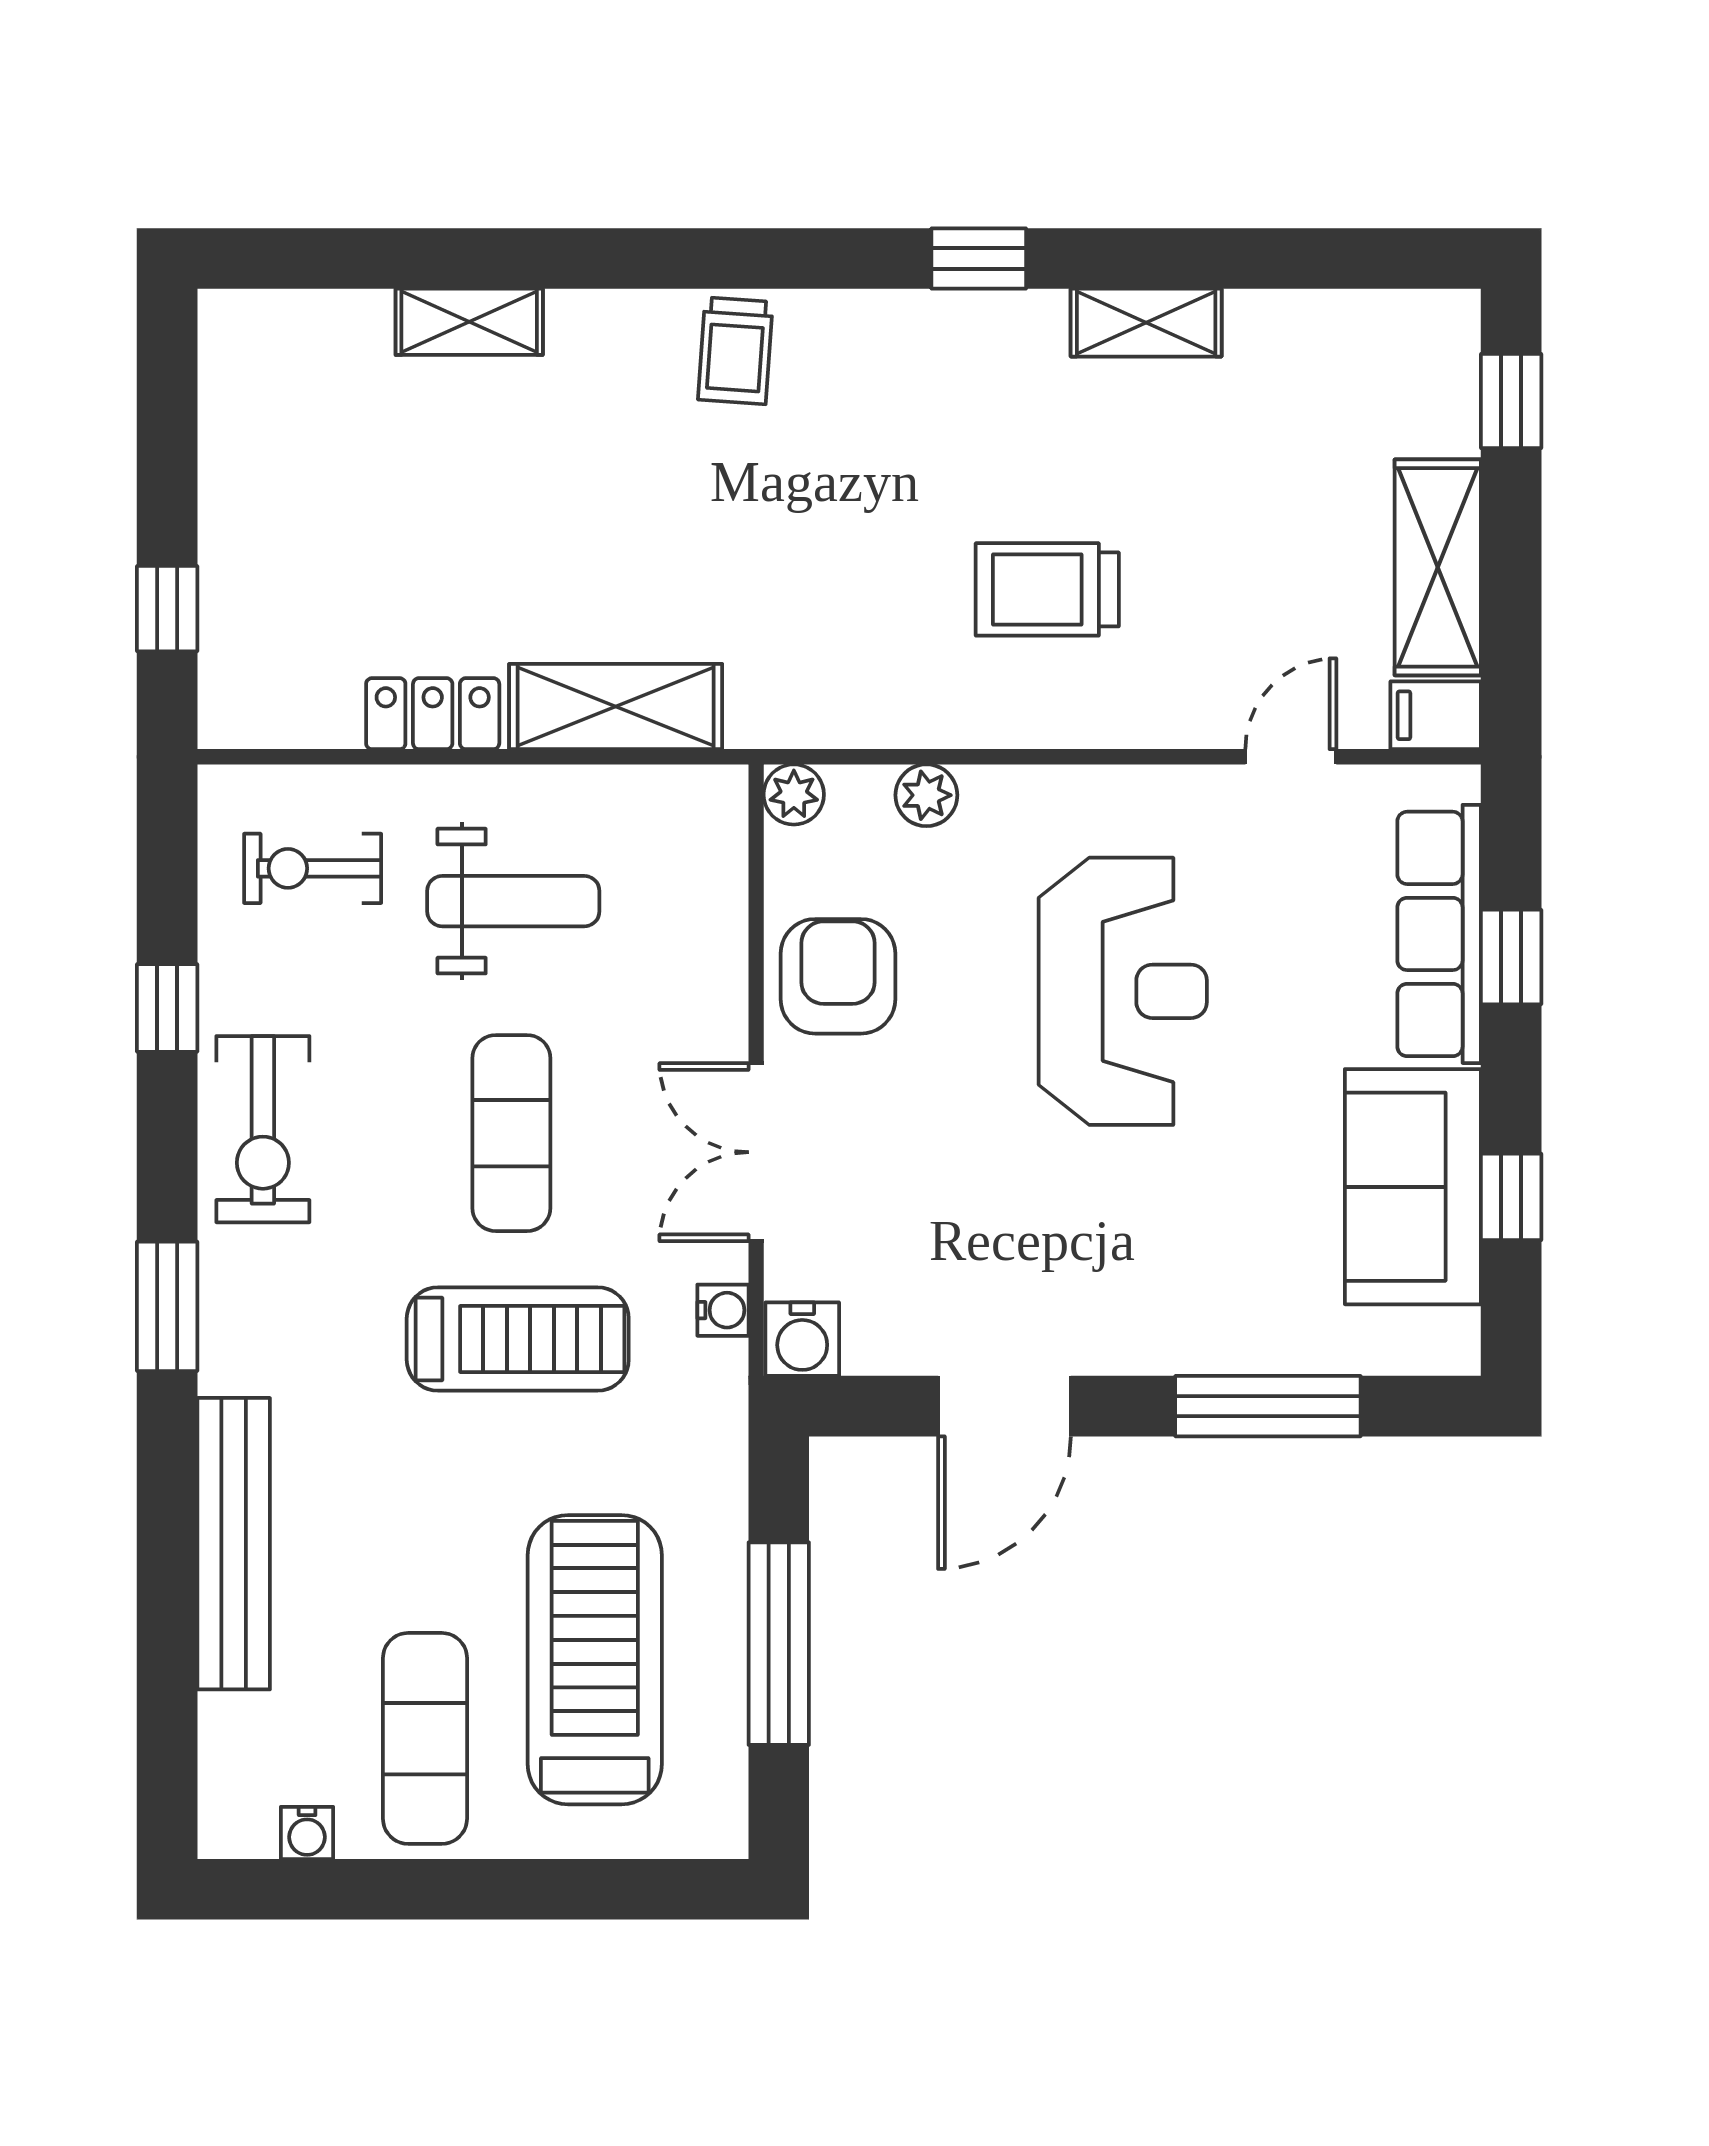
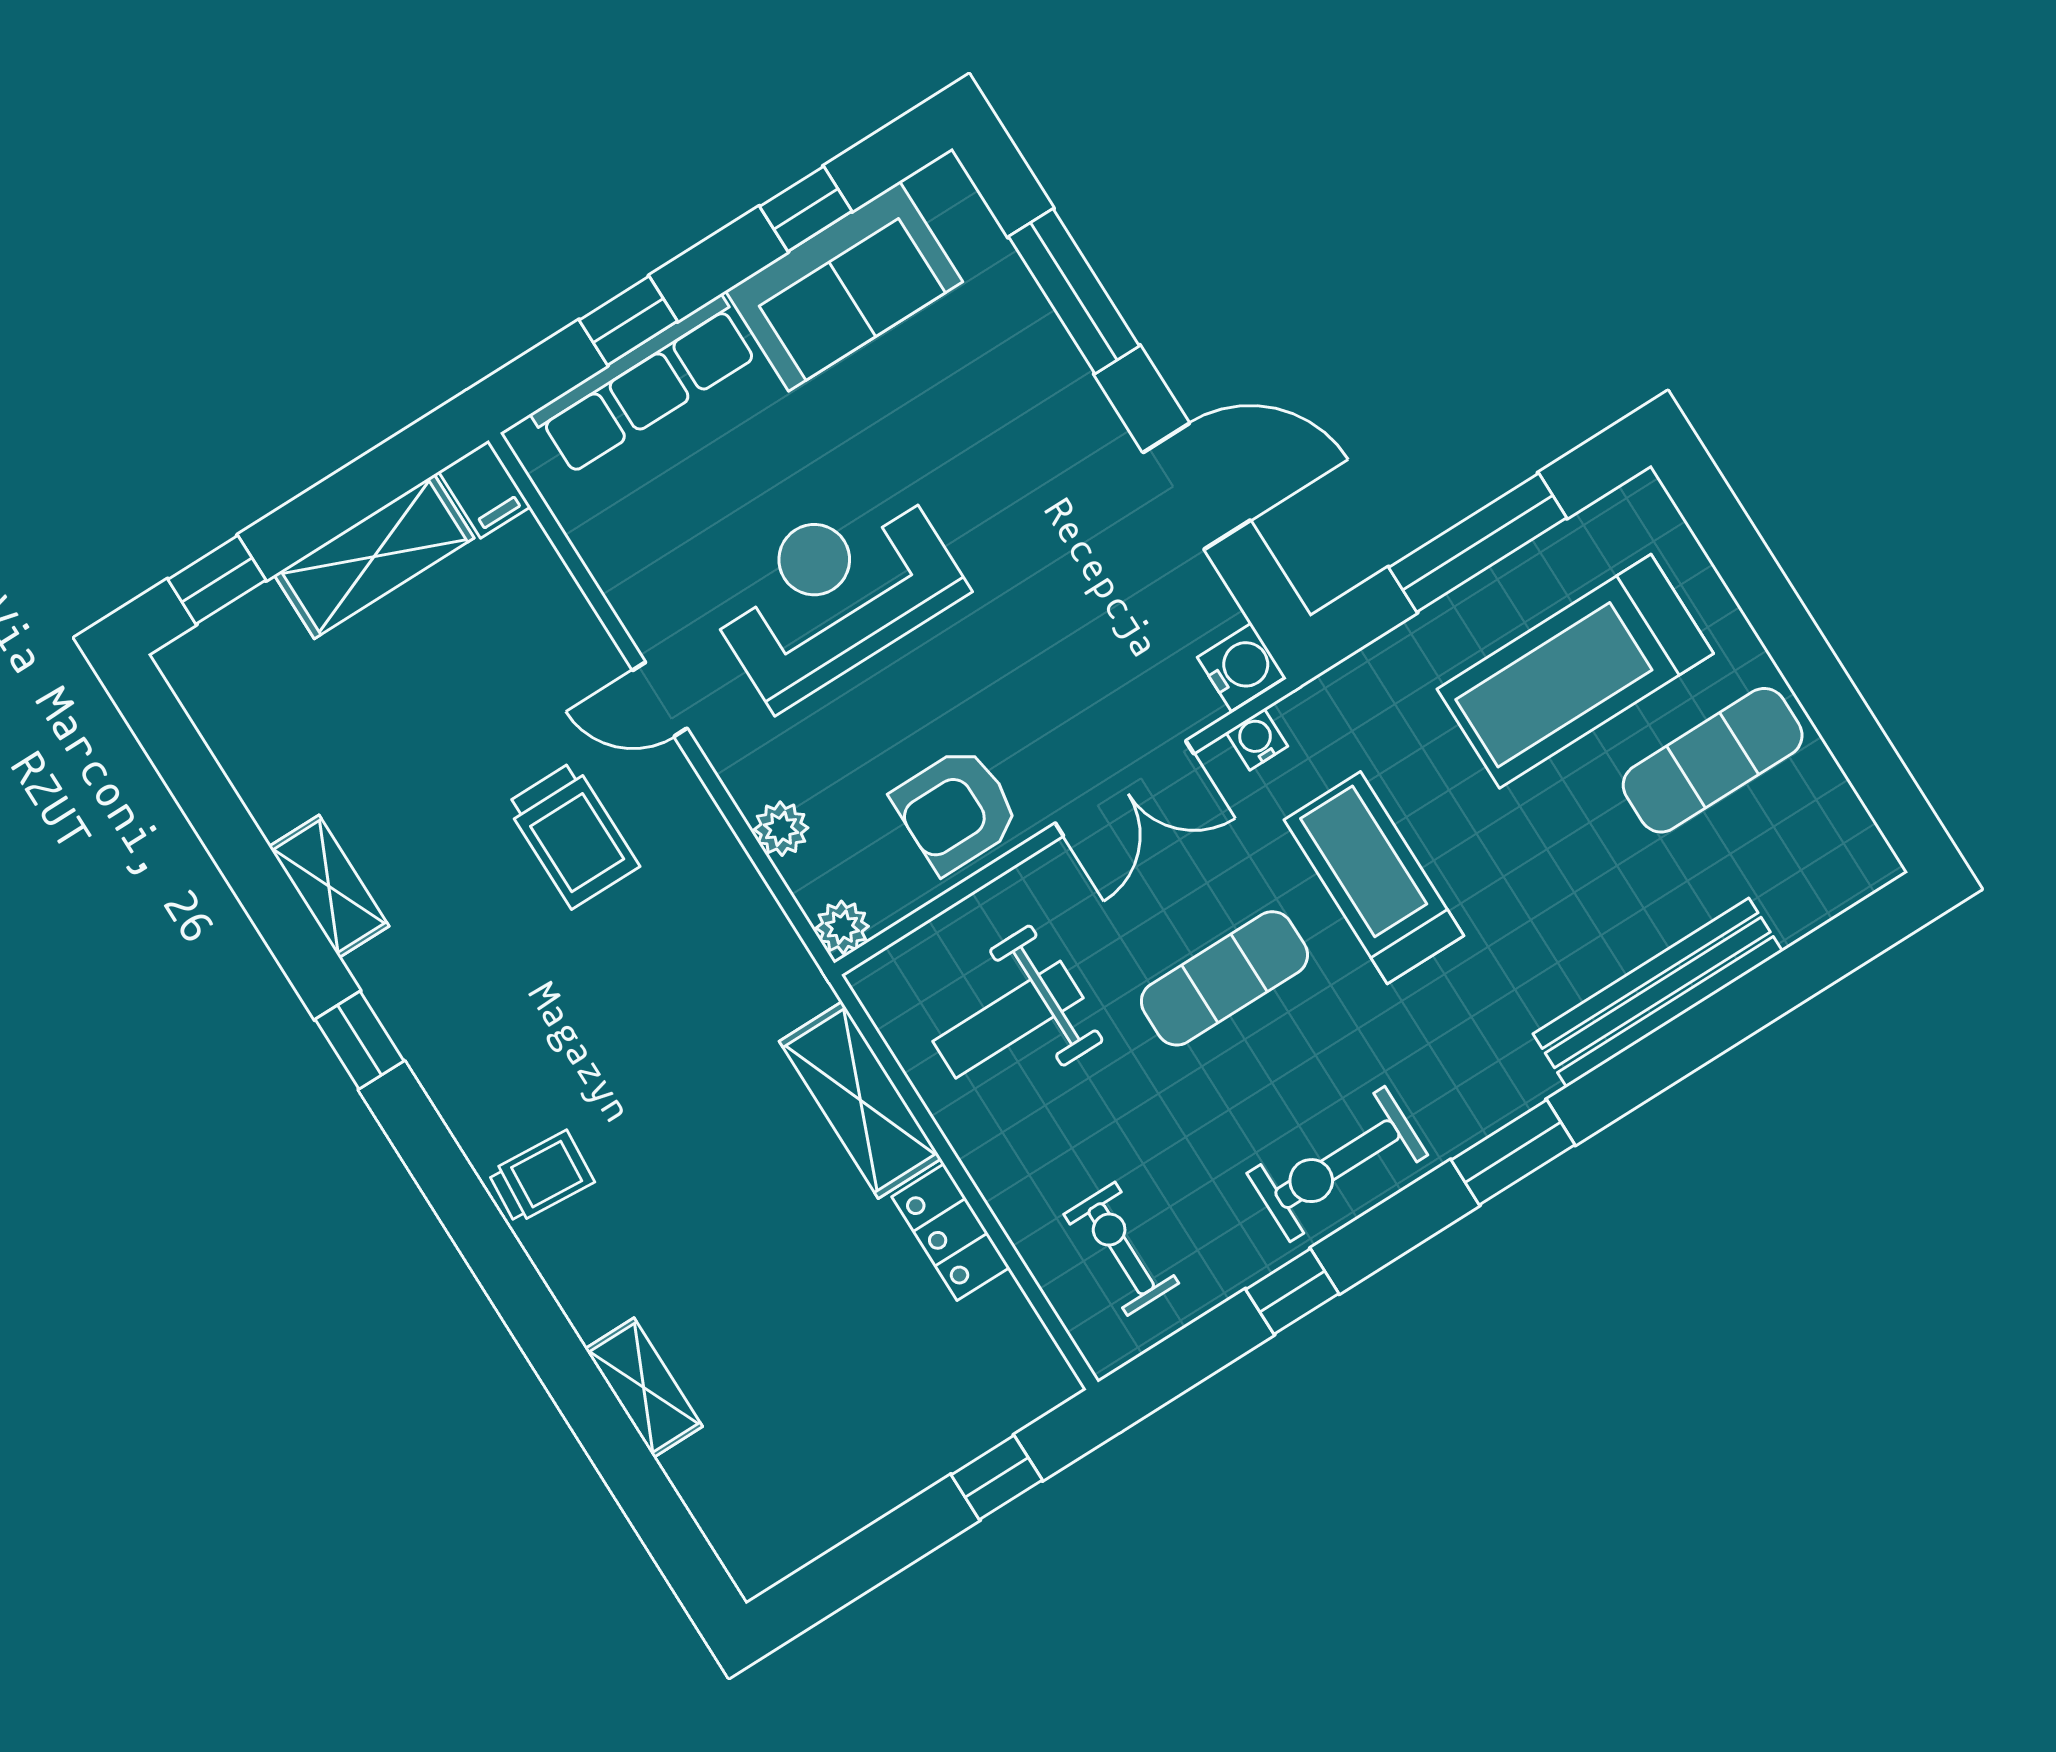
door: (1291, 757) -> (660, 699), moved
exercise bike: (313, 868) -> (1121, 1249), turned 180
weight bench: (513, 901) -> (1008, 1020), moved, turned -90
exercise bike: (263, 1129) -> (1337, 1164), turned 180
water cooler: (307, 1833) -> (1838, 803), removed

